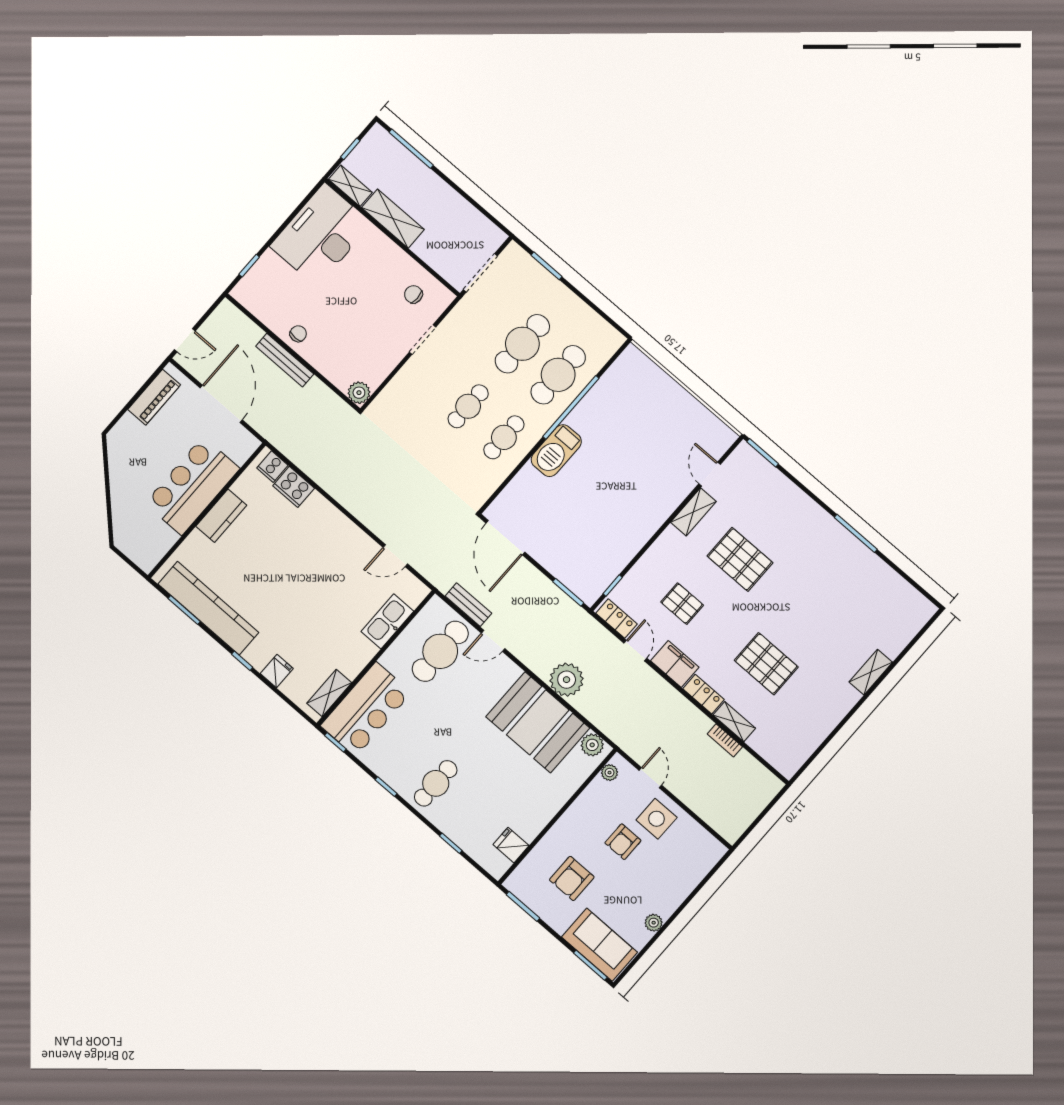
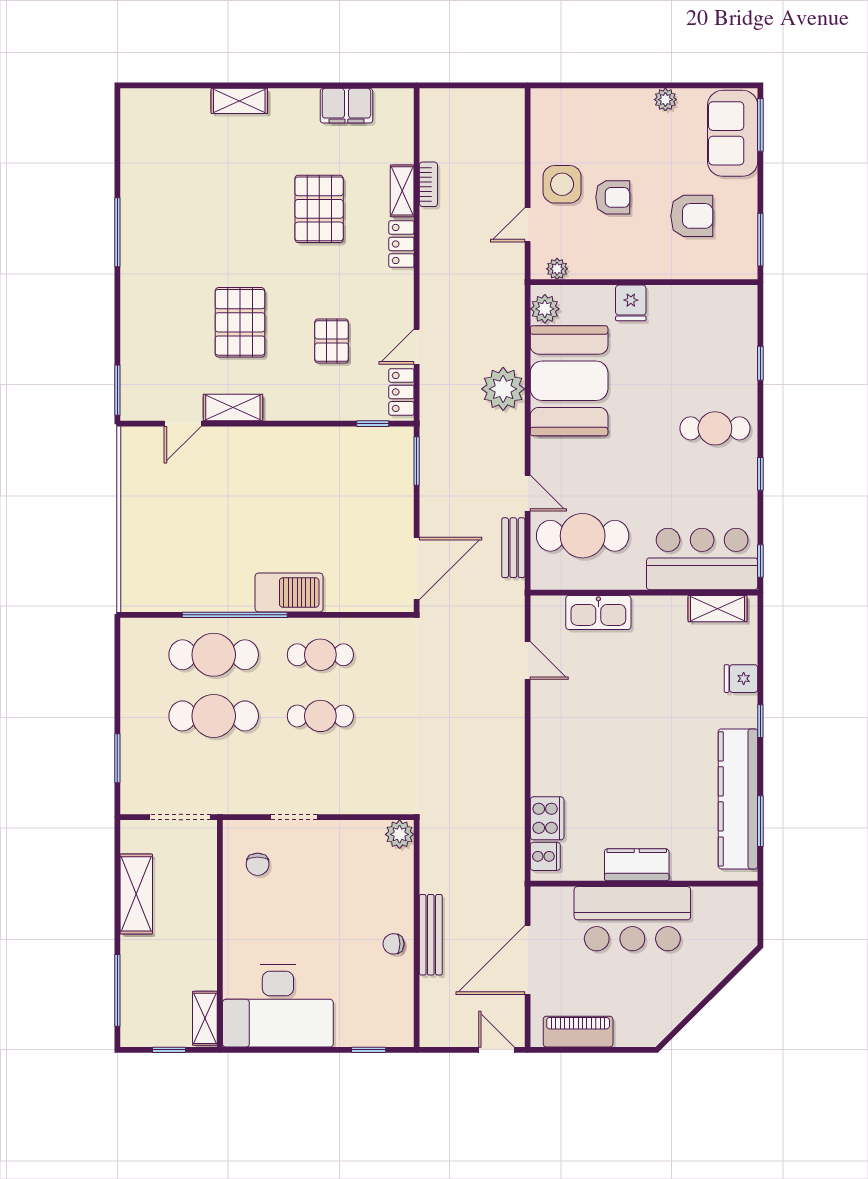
shelving: (393, 219) -> (136, 894), moved
filing cabinet: (675, 664) -> (346, 106), moved, turned -90
fridge: (511, 845) -> (631, 303), moved

